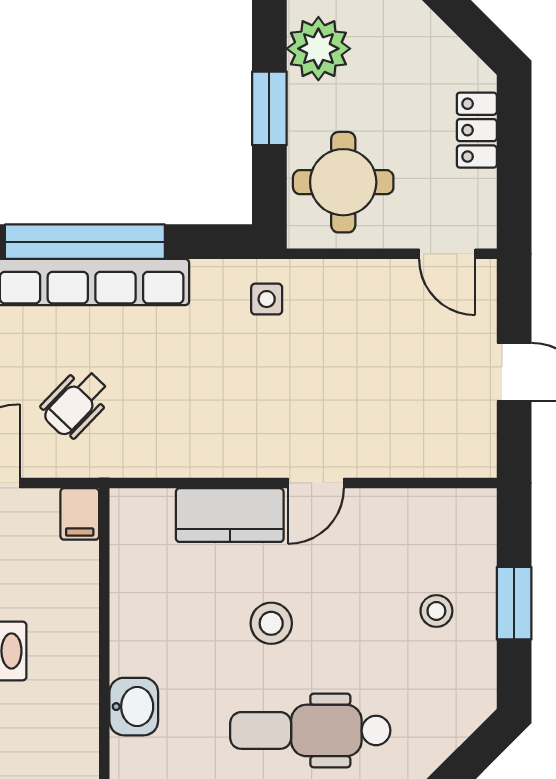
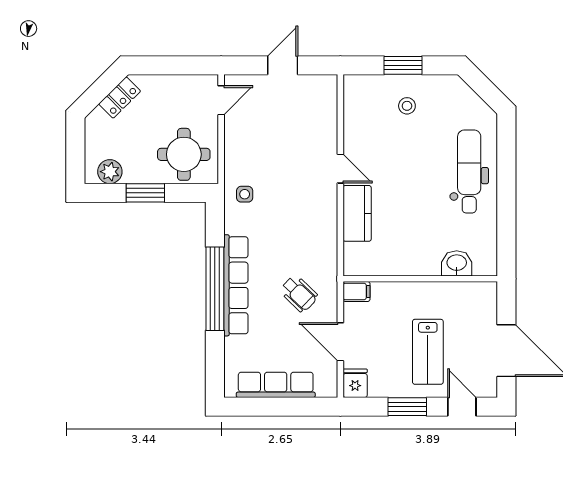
plant: (318, 49) -> (110, 172), width x0.73, depth x0.73
locker: (477, 130) -> (120, 97), moved, turned -45
stool: (271, 623) -> (413, 192), removed
dental chair: (310, 730) -> (469, 171), turned 180

